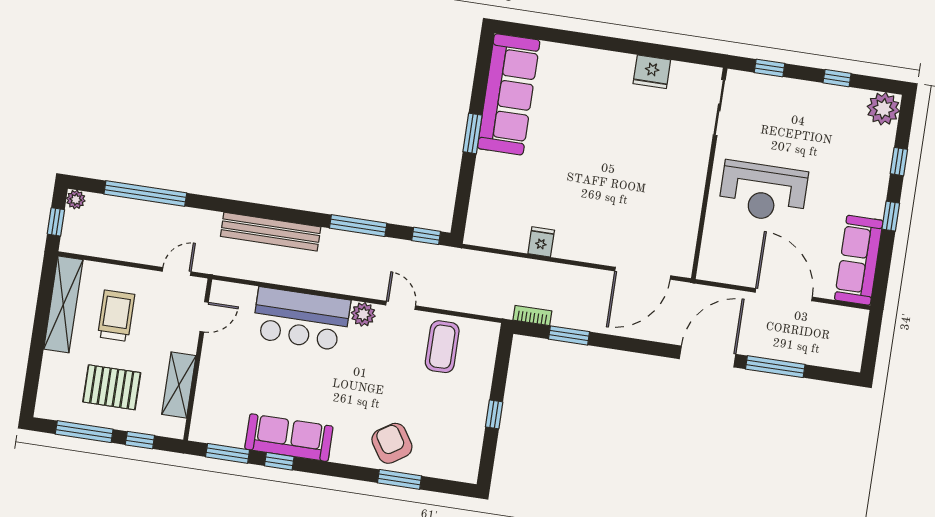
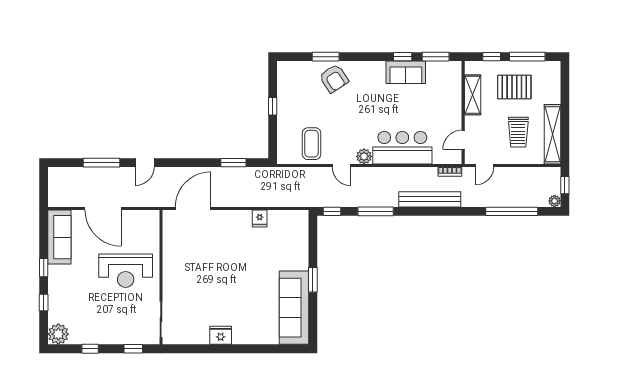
fridge: (652, 72) -> (221, 335), moved
reception desk: (763, 192) -> (126, 271), turned 180
bookcase: (532, 316) -> (450, 172), moved
door: (708, 356) -> (145, 163), width x0.53
sofa: (289, 438) -> (406, 72), width x0.73

